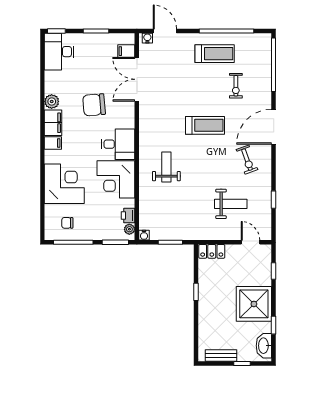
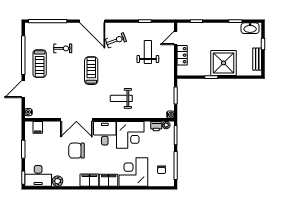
door: (165, 31) -> (23, 89), moved
treadmill: (215, 54) -> (40, 64), turned 180
double door: (137, 79) -> (76, 120), moved
plant: (52, 101) -> (58, 181), moved
chair: (94, 105) -> (77, 151), turned 95
filing cabinet: (53, 143) -> (109, 180), width x2.00
locker: (212, 251) -> (182, 55), moved
shower: (254, 304) -> (224, 63), moved

